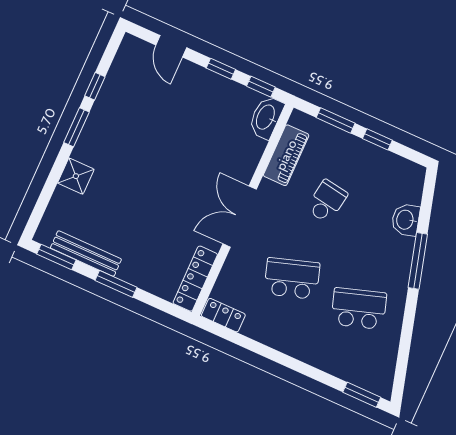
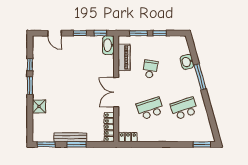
bench: (86, 254) -> (70, 137), moved

